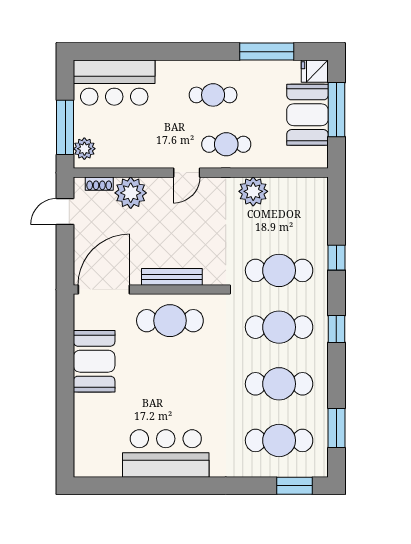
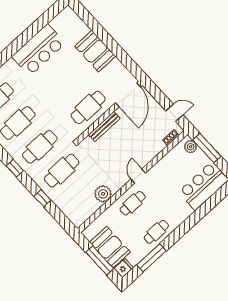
cafe table: (213, 95) -> (156, 232), moved
plant: (131, 193) -> (154, 146), removed
door: (65, 212) -> (174, 113), hinge flipped
booth: (94, 361) -> (95, 51), moved

